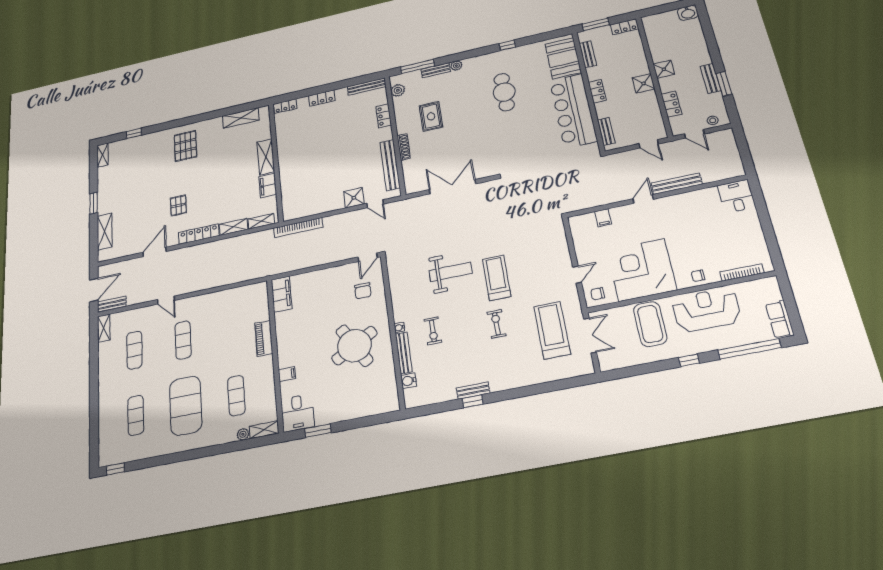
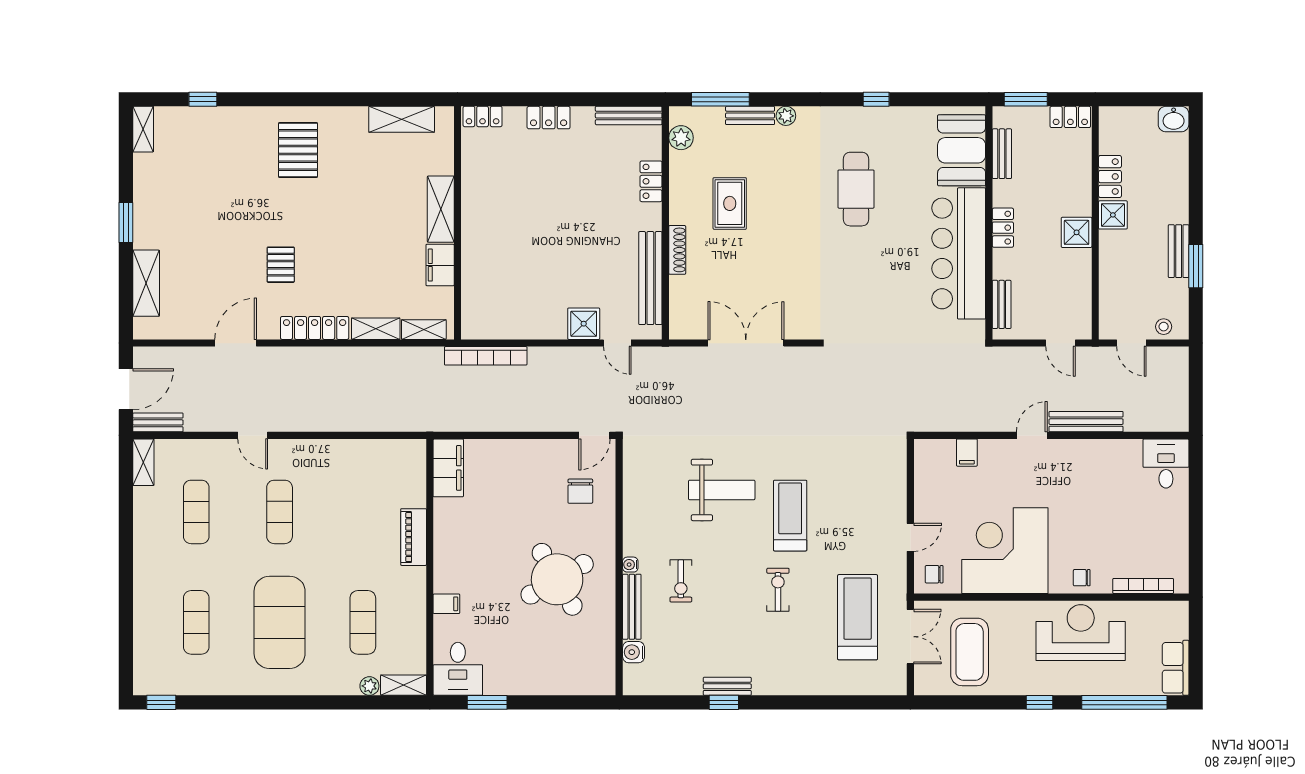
locker: (671, 104) -> (1110, 177), moved
coffee table: (650, 324) -> (970, 652), moved

